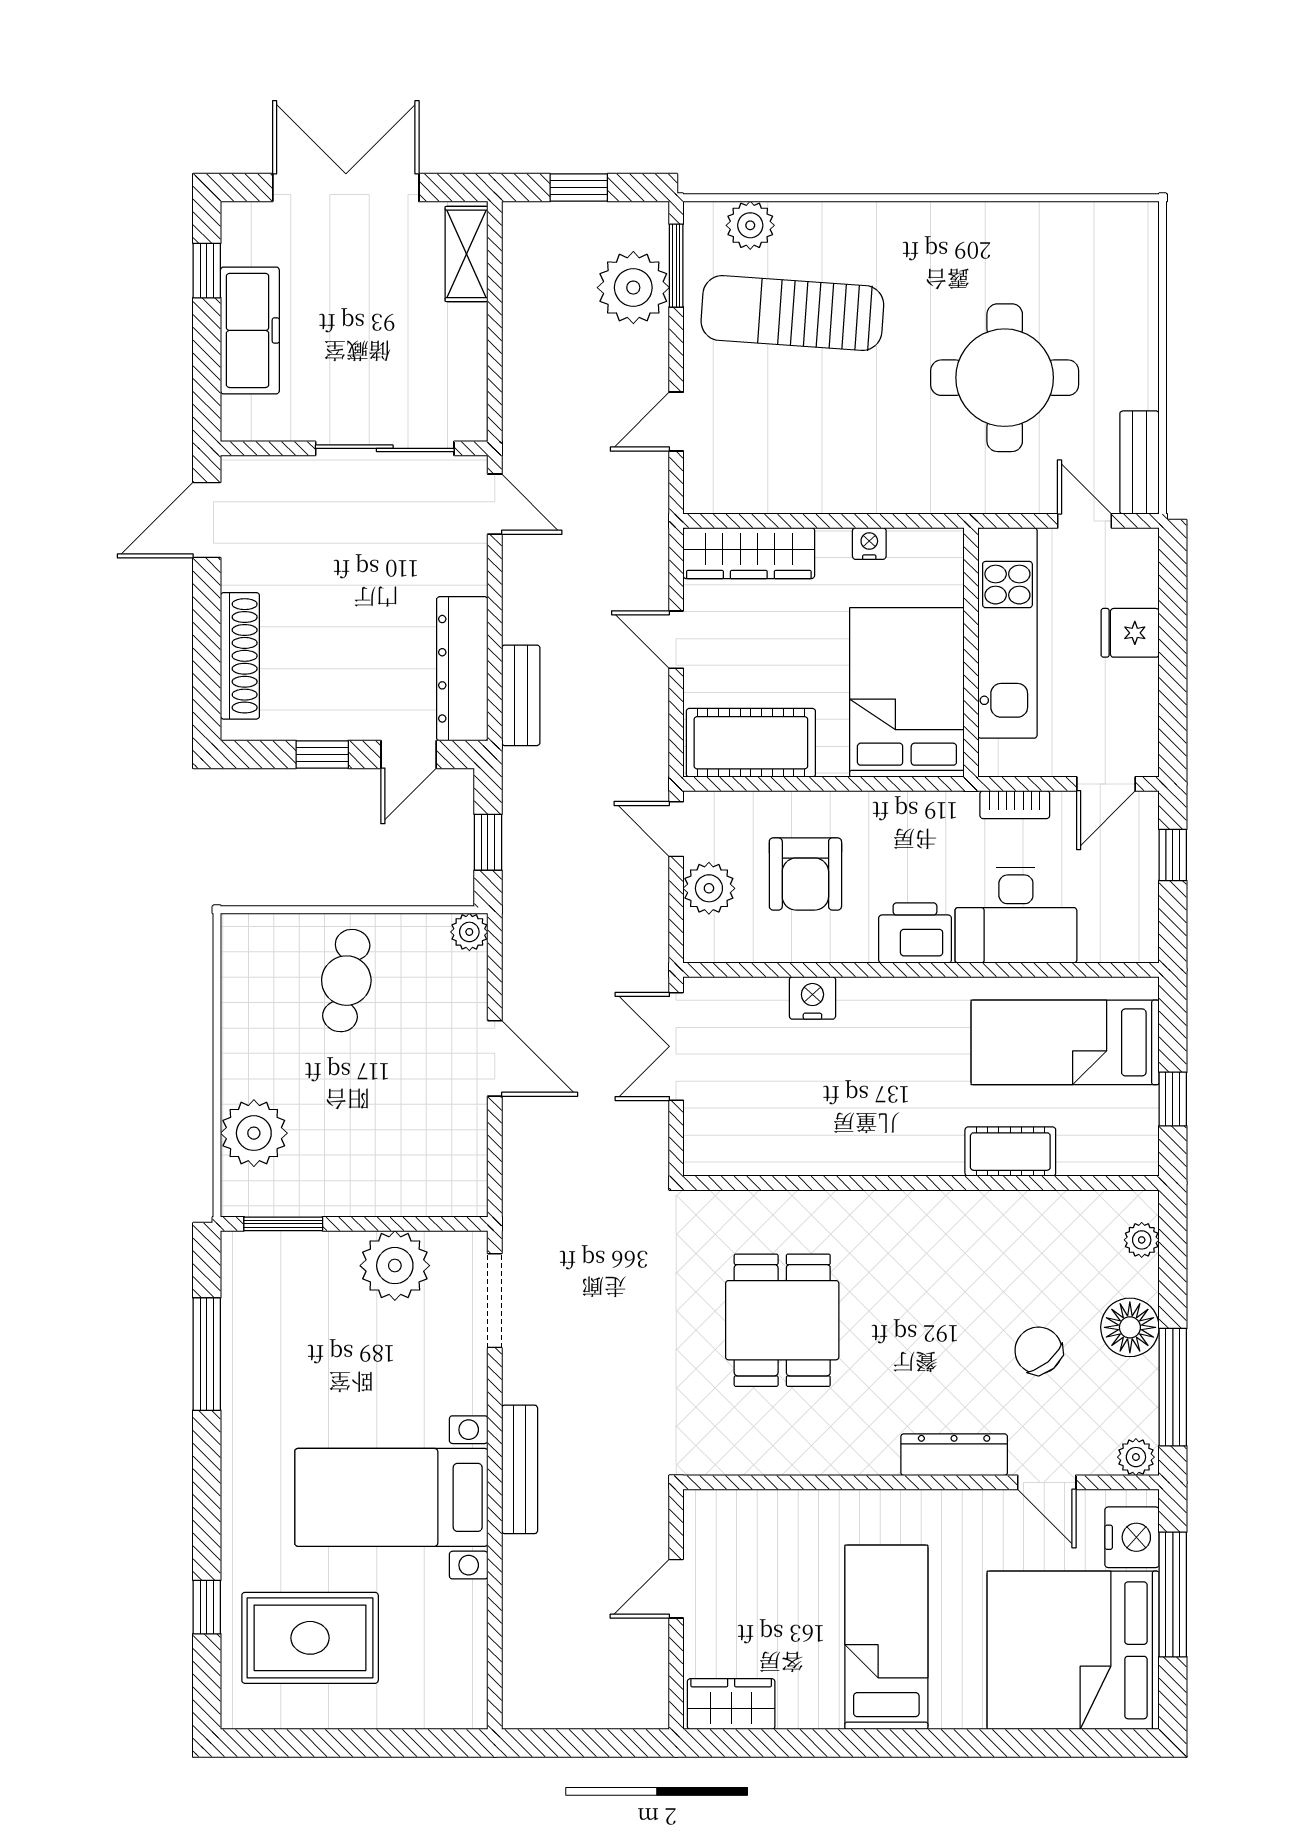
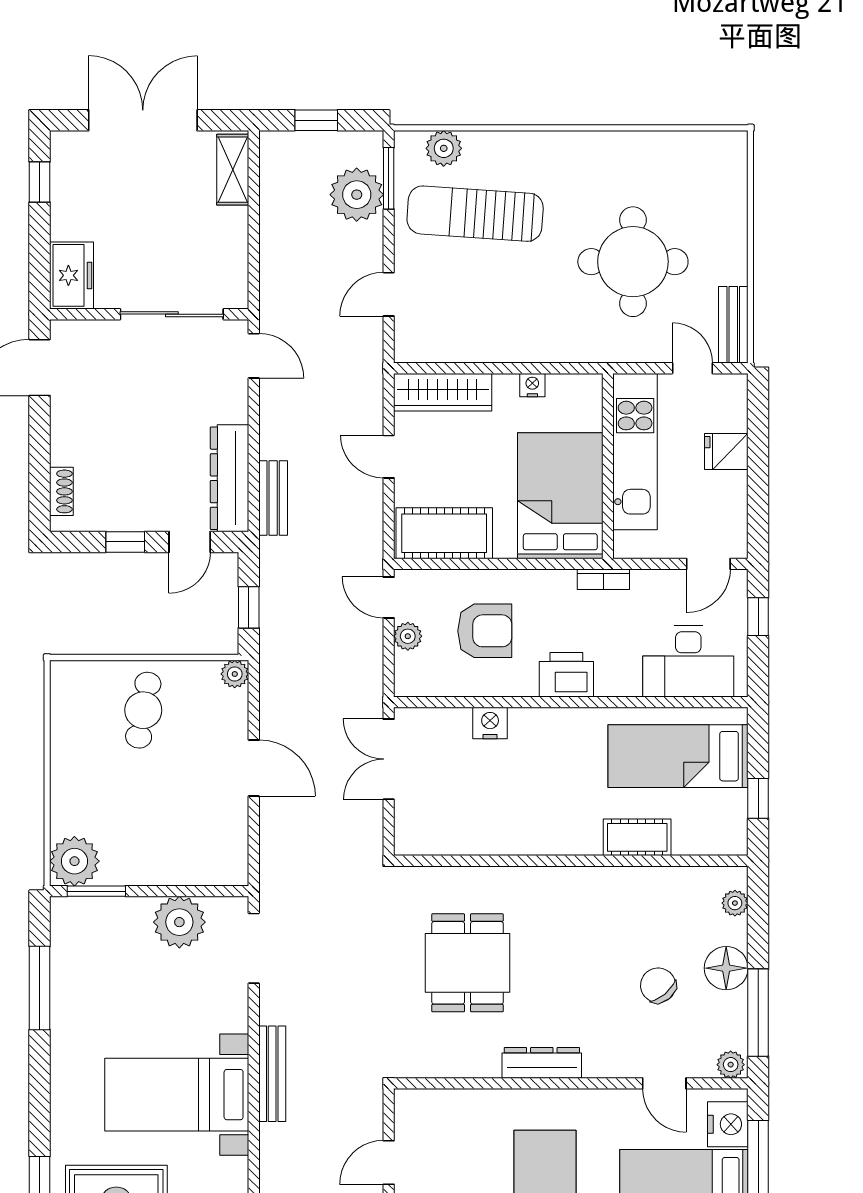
freezer: (250, 330) -> (72, 275), moved, width x0.71
shoe rack: (240, 656) -> (61, 491), width x0.51, depth x0.81
bookcase: (1015, 805) -> (603, 579), moved
armchair: (805, 874) -> (485, 631), turned -90
plant: (709, 888) -> (408, 636), width x0.73, depth x0.73
desk: (1016, 915) -> (688, 662), moved
plant: (254, 1133) -> (74, 861), moved
dresser: (954, 1455) -> (542, 1063), moved

